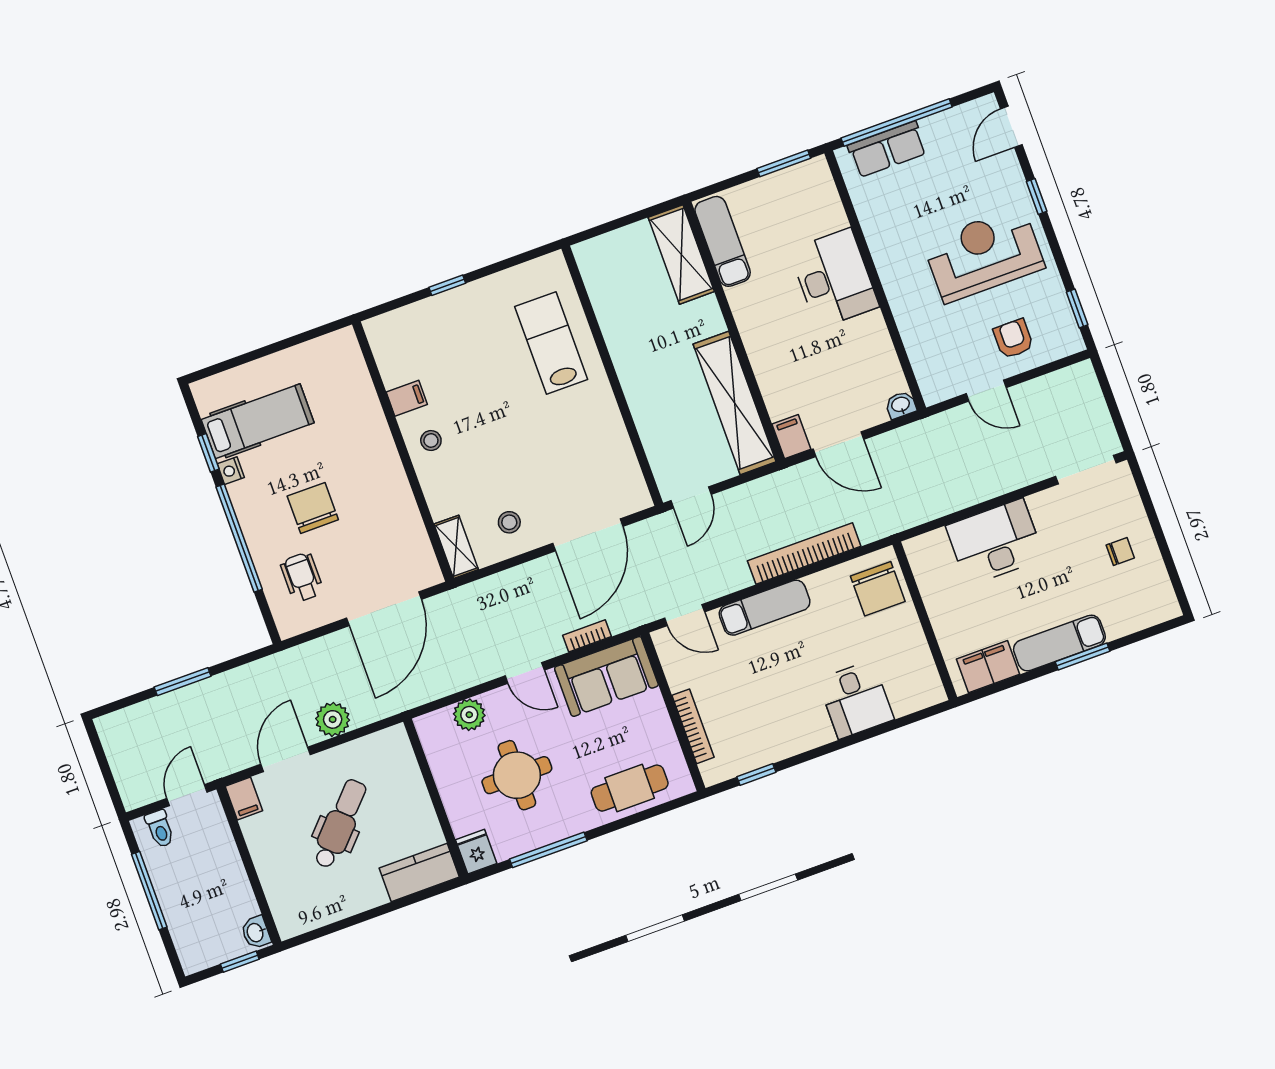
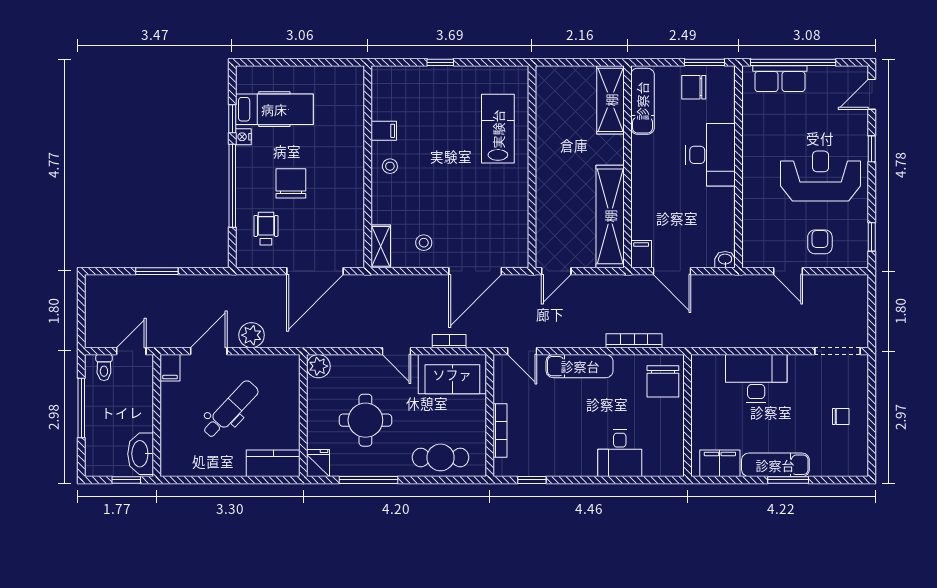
chair: (781, 200) -> (694, 87), added
bookcase: (804, 553) -> (634, 341), width x0.68, depth x0.76
plant: (469, 715) -> (318, 366), moved
washbasin: (256, 932) -> (141, 454), width x1.91, depth x1.45

